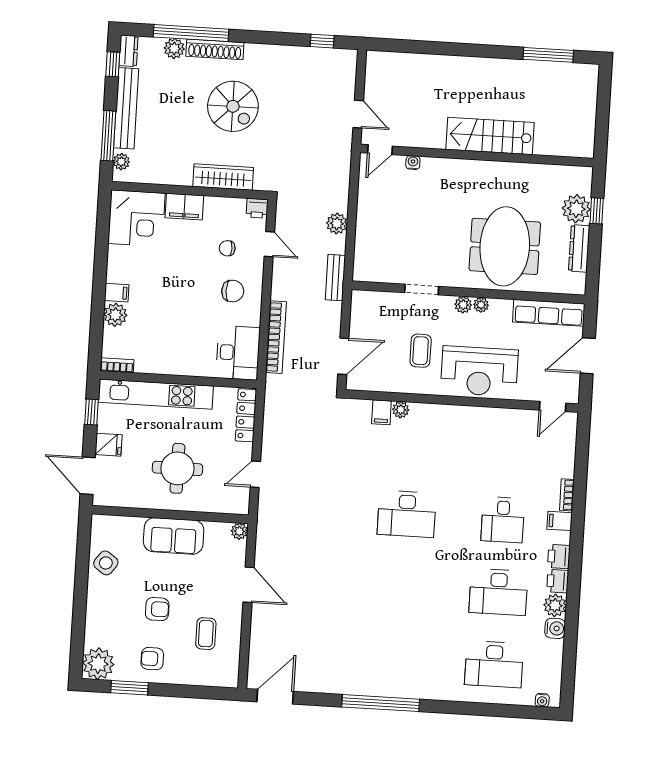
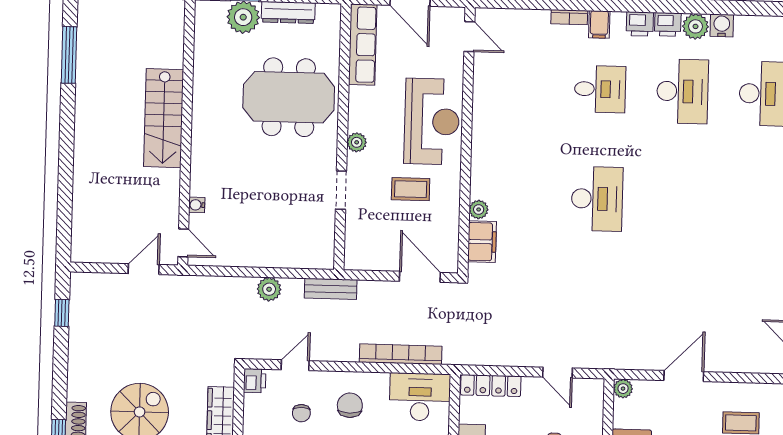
plant: (481, 305) -> (356, 122), removed
filing cabinet: (381, 412) -> (482, 242), width x2.00

